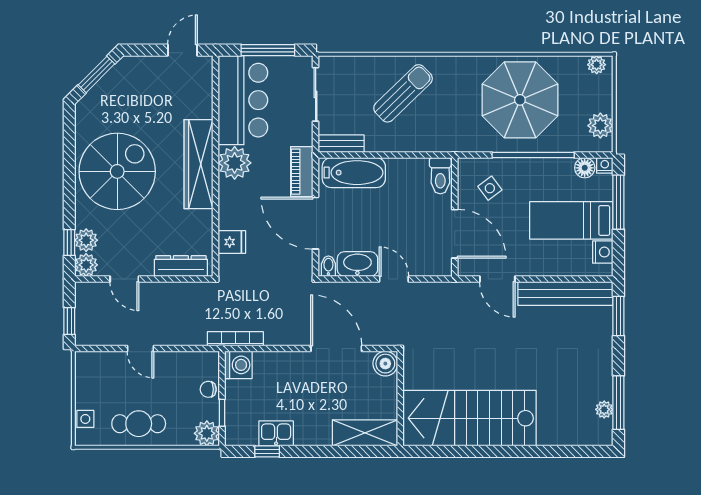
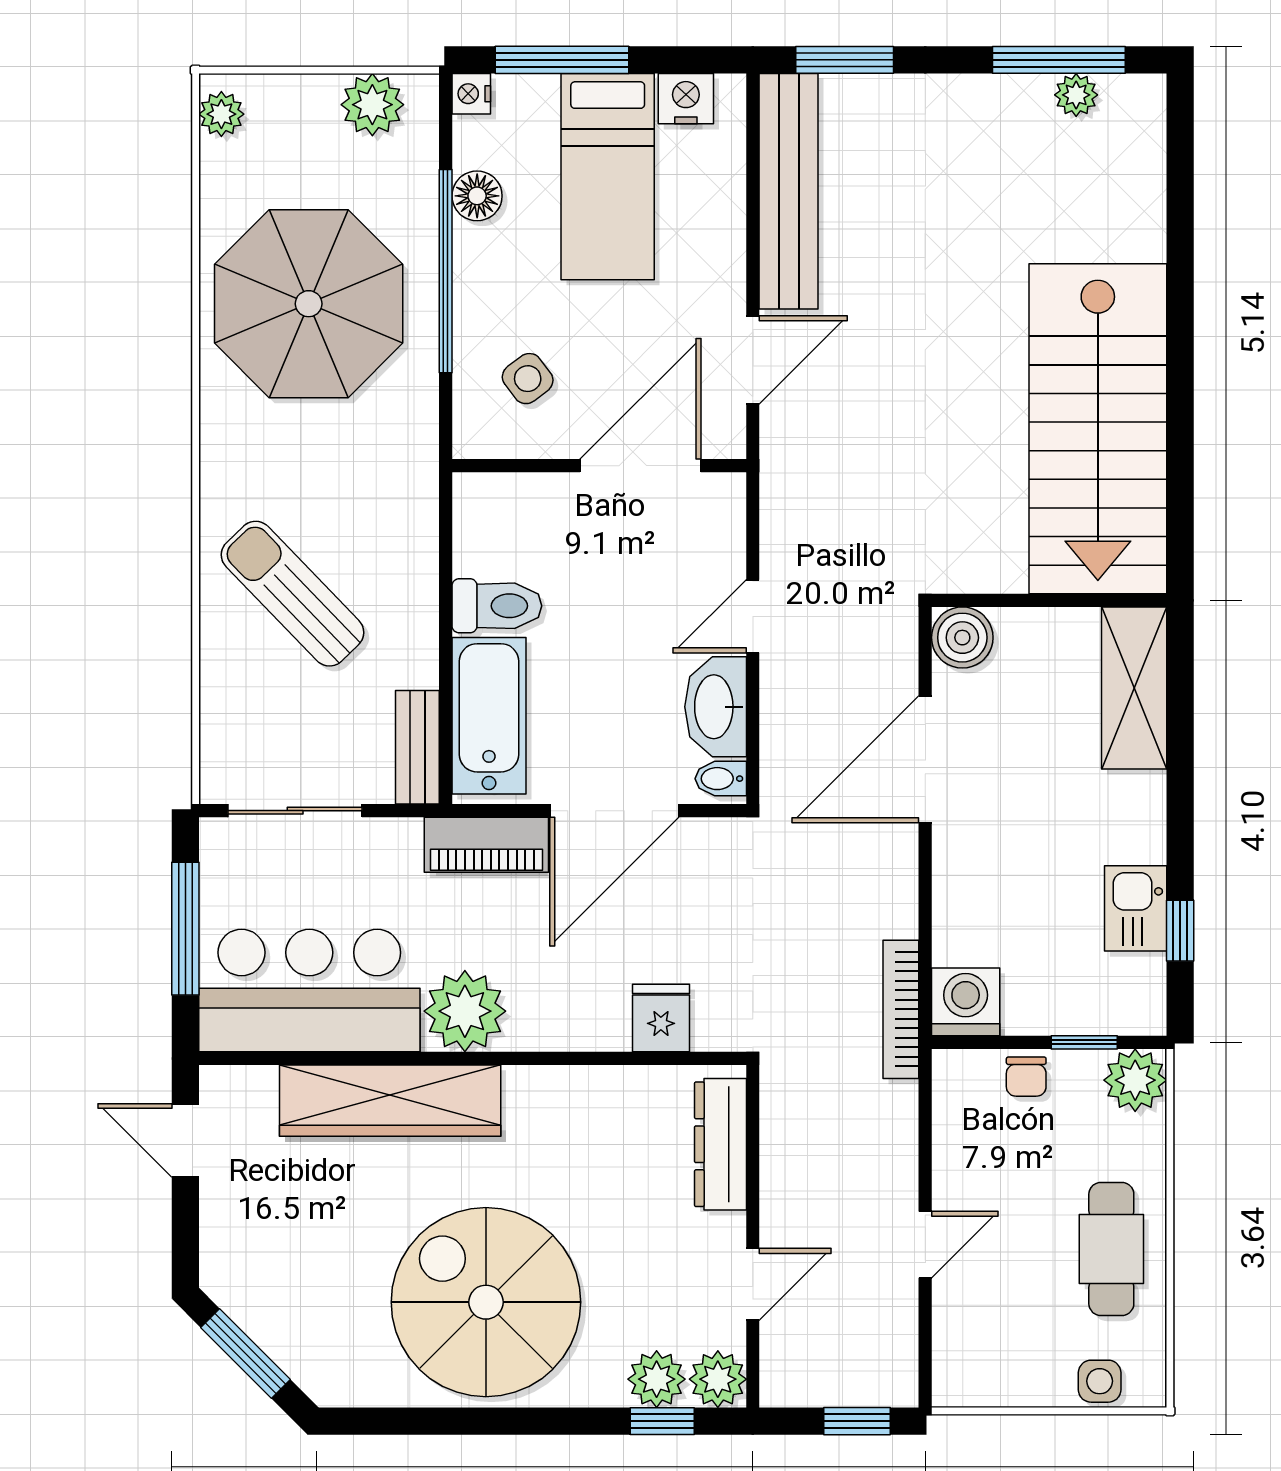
wardrobe: (198, 164) -> (390, 1101), moved
floor lamp: (585, 168) -> (477, 196), moved
toilet: (440, 176) -> (497, 606), moved

